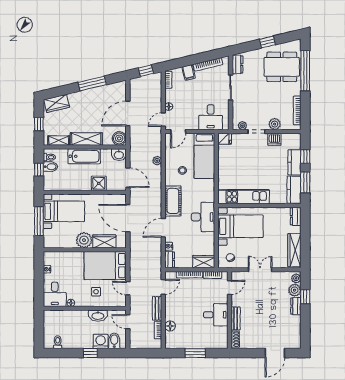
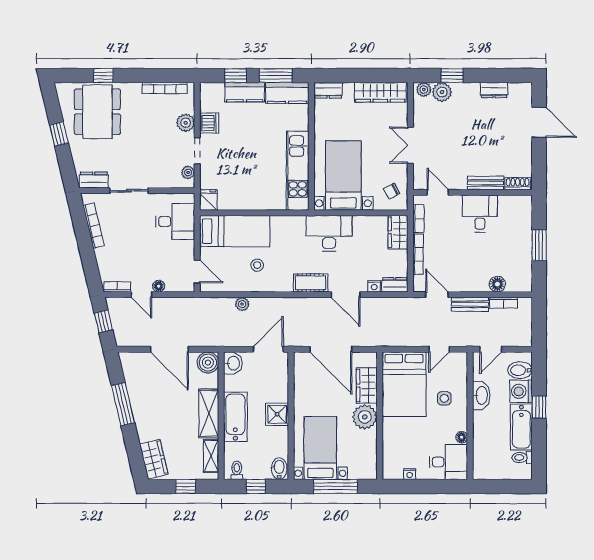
window: (305, 71) -> (103, 76), width x0.32
filing cabinet: (189, 72) -> (106, 255), removed
door: (163, 120) -> (141, 295), moved
bidet: (50, 167) -> (279, 469), moved
shower: (99, 183) -> (277, 414), moved
cot: (173, 201) -> (311, 283), width x0.73, depth x0.75
door: (128, 218) -> (331, 349), hinge flipped
dresser: (296, 306) -> (494, 90), moved
bathtub: (78, 342) -> (521, 427), added

